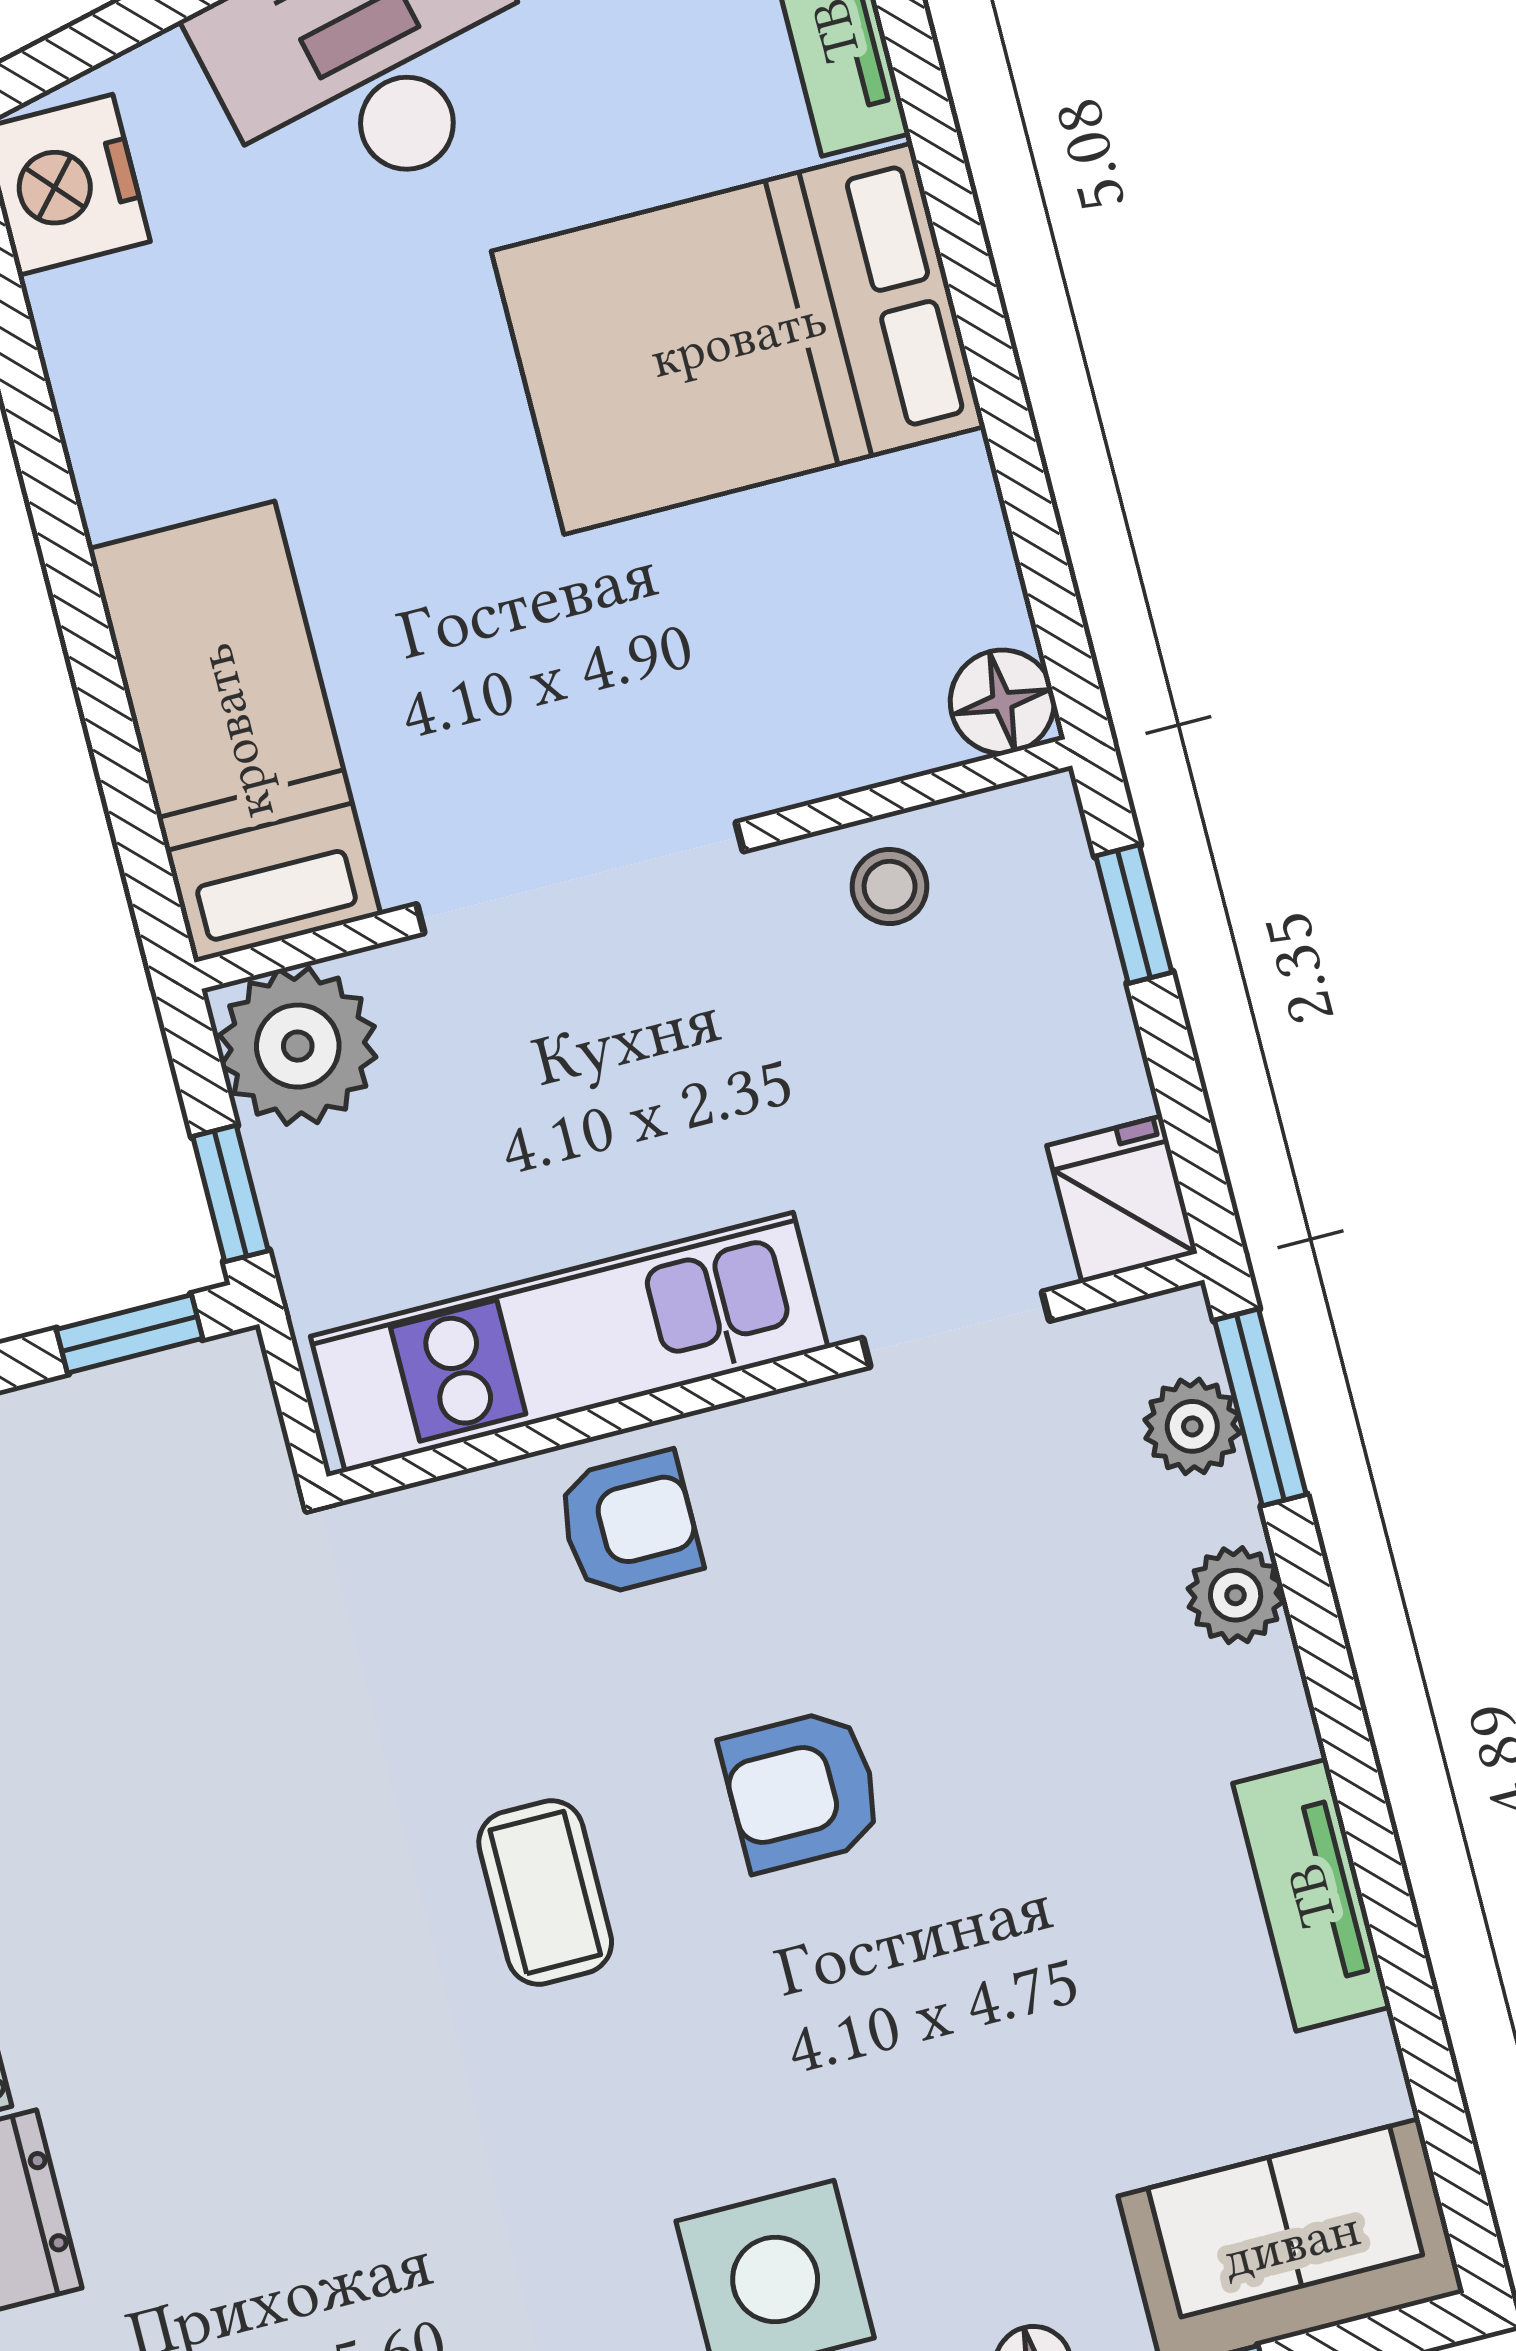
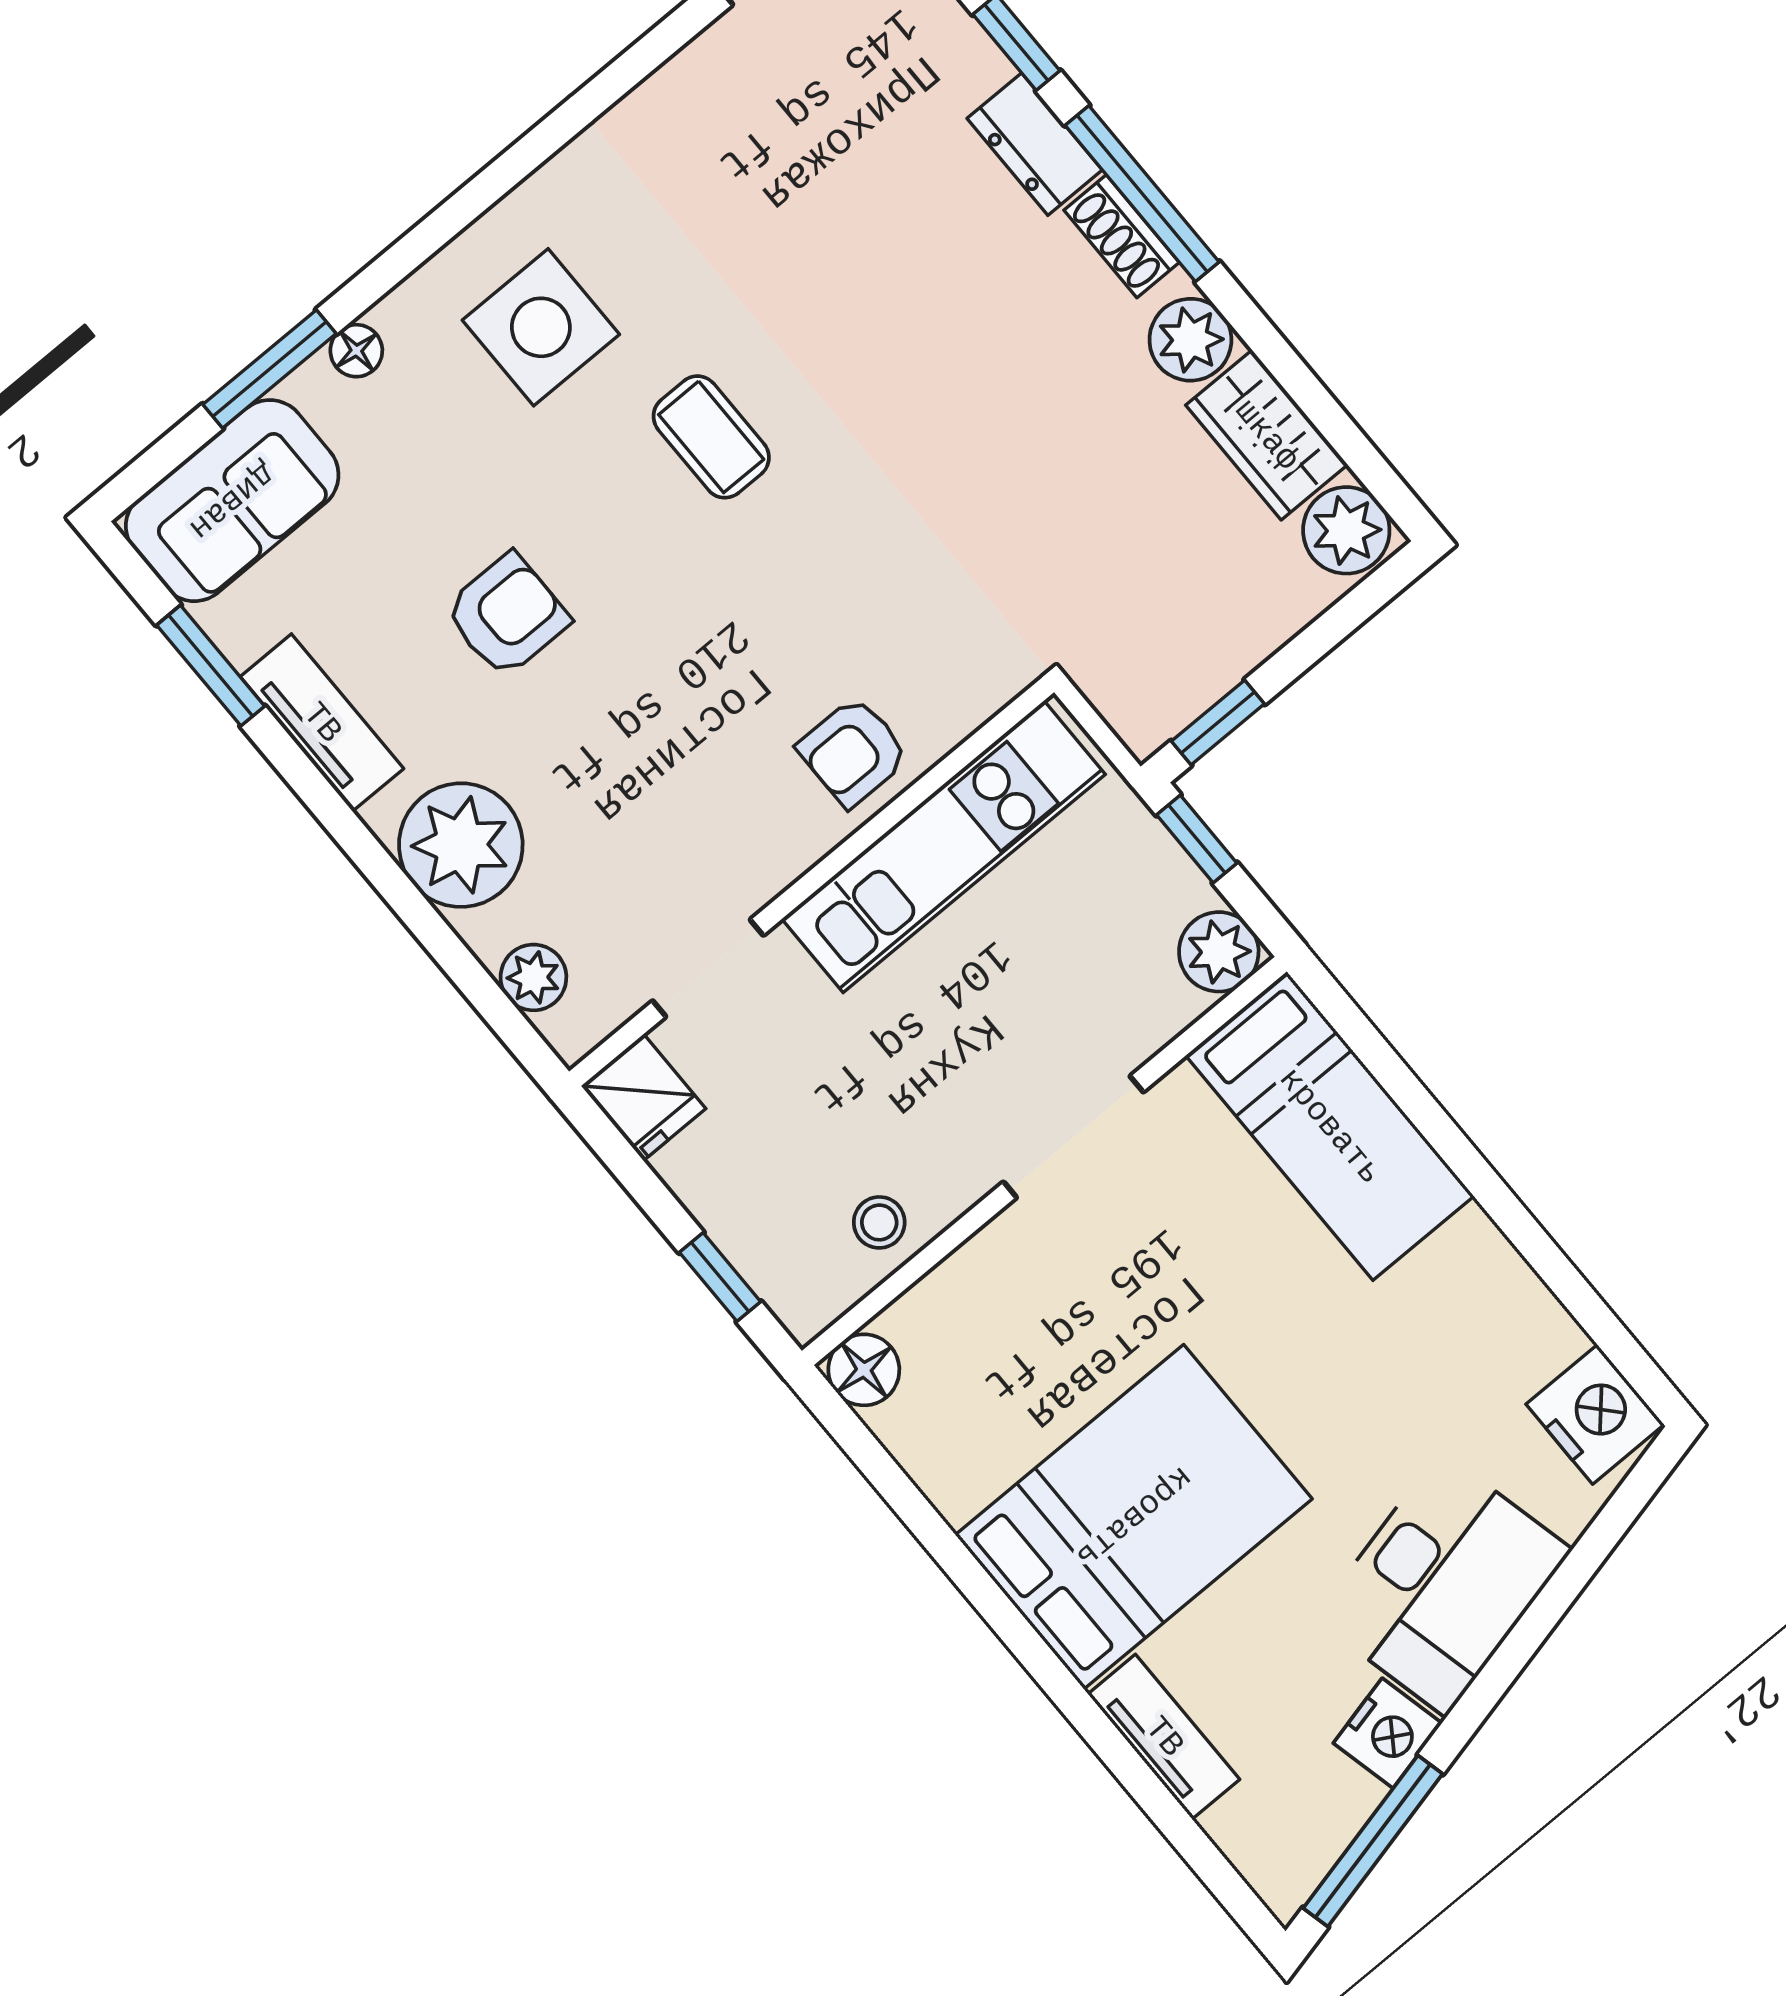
doorway: (580, 878) -> (1073, 1137), width x0.73
plant: (298, 1046) -> (1219, 952), width x0.73, depth x0.73
window: (1260, 1407) -> (211, 666), moved
plant: (1236, 1595) -> (461, 845), width x1.88, depth x1.88
armchair: (802, 1790) -> (507, 615), moved
coffee table: (545, 1892) -> (711, 437), moved

